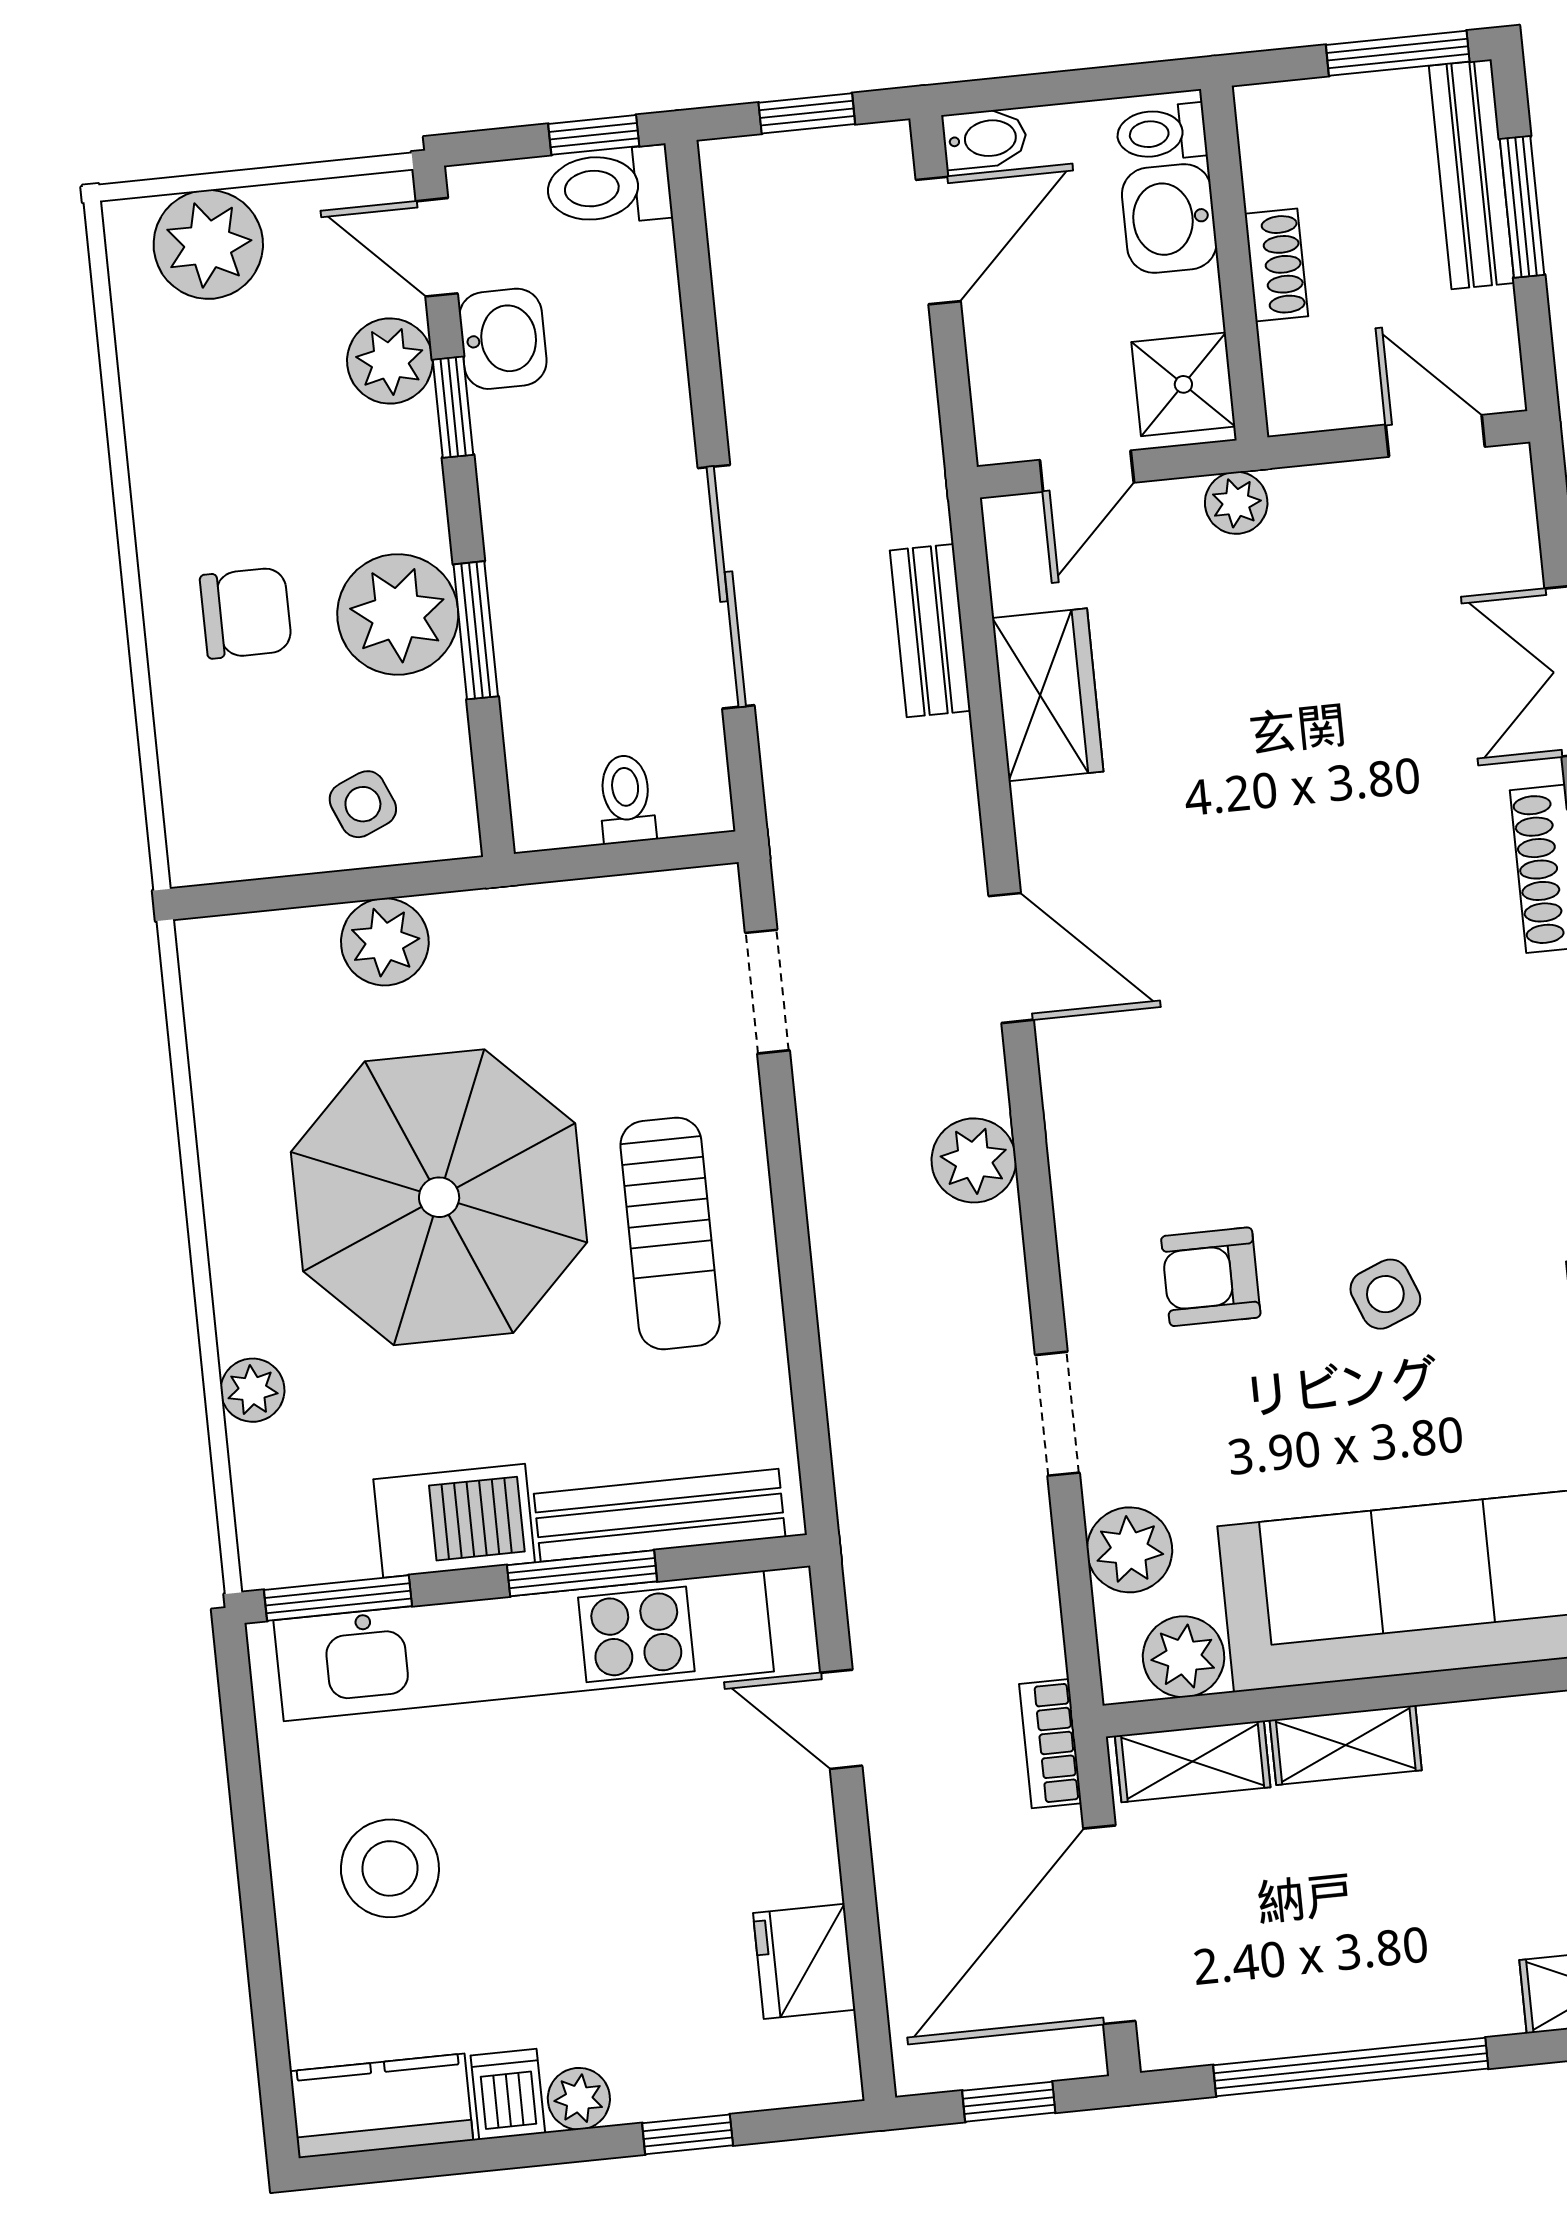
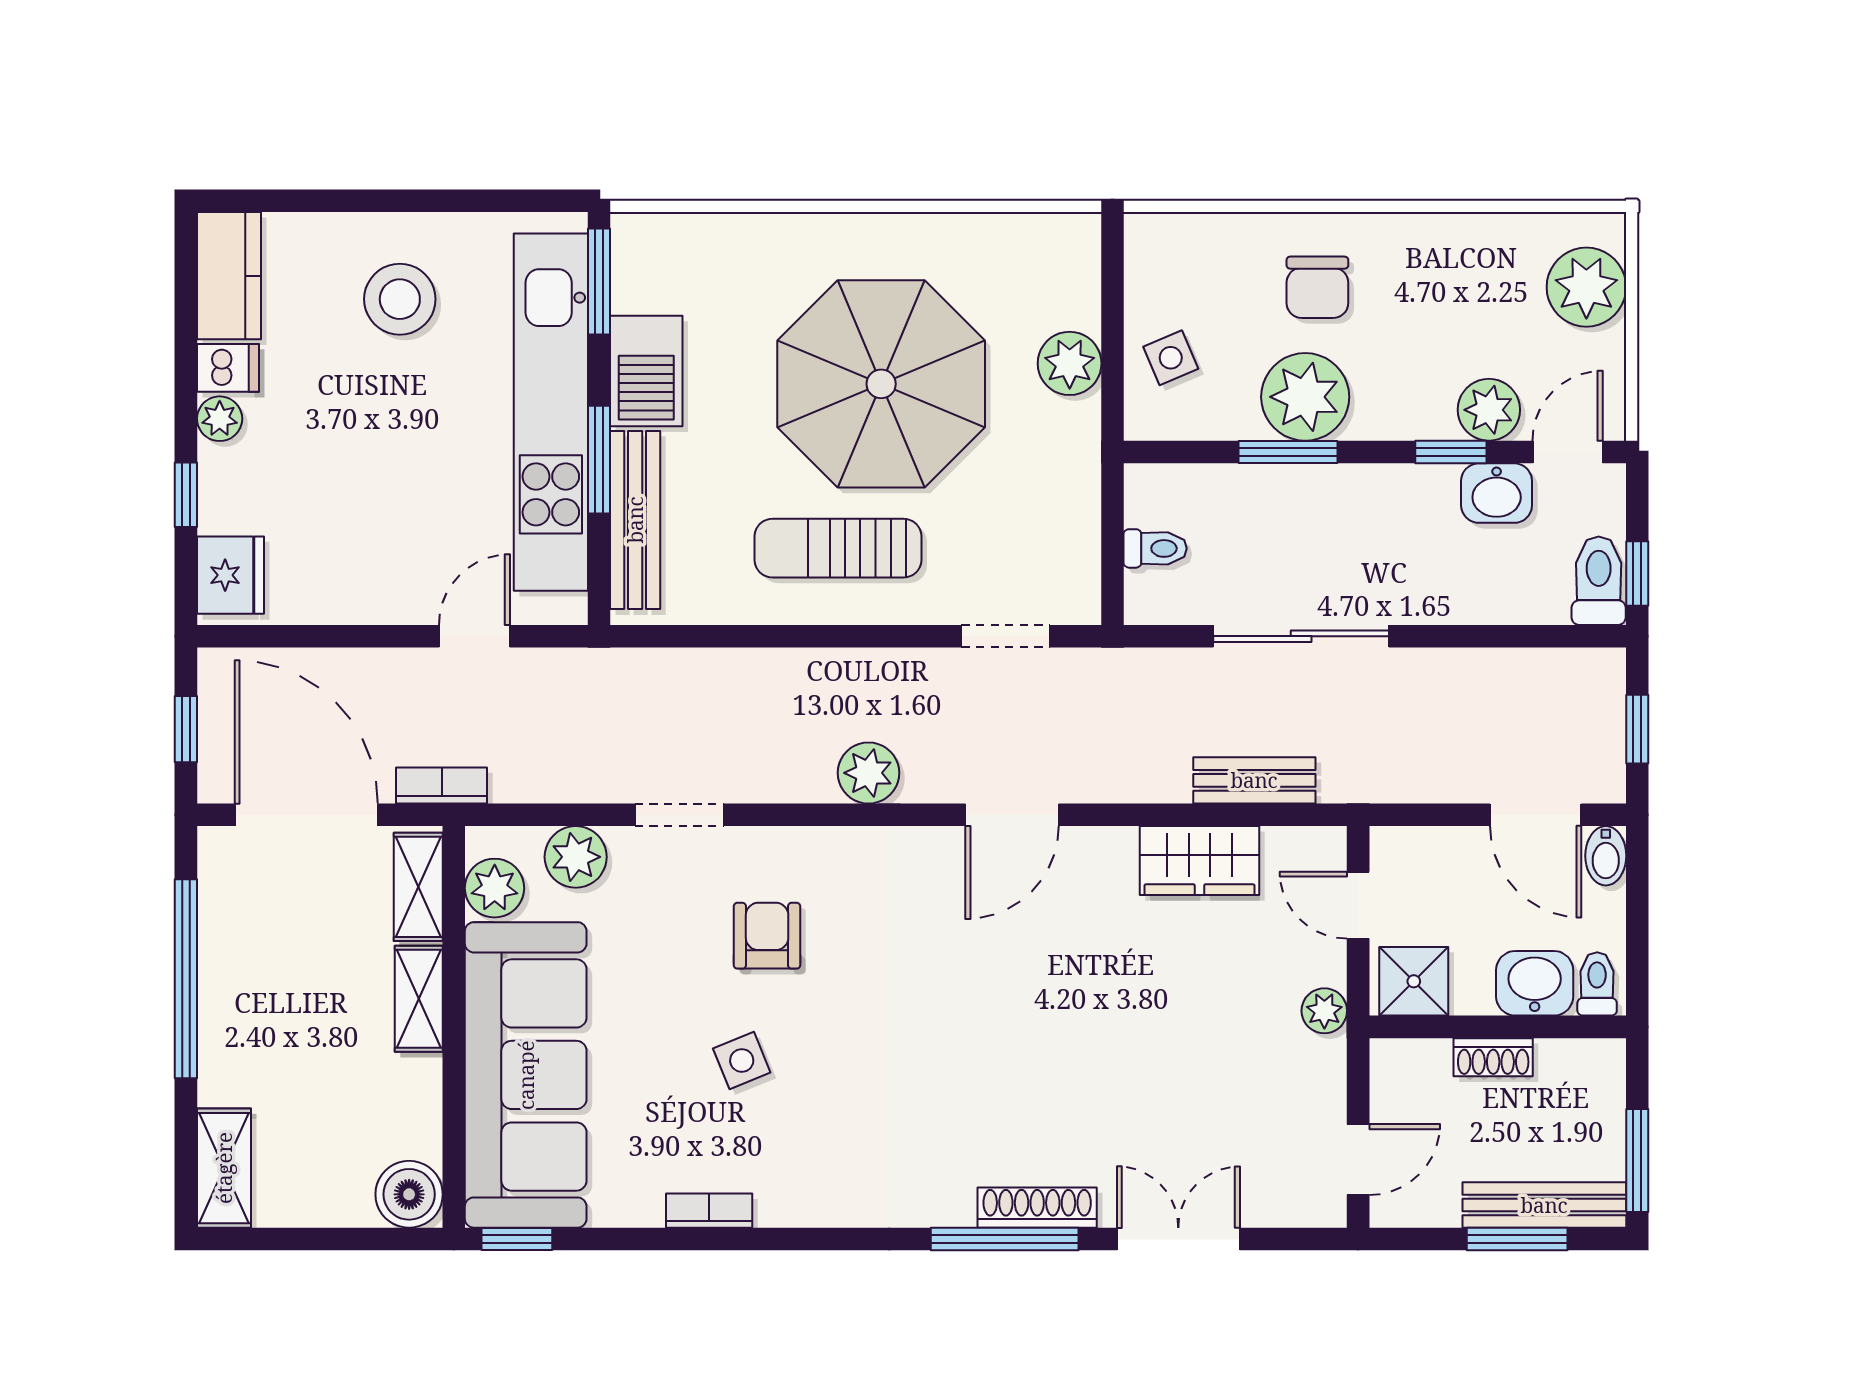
plant: (253, 1390) -> (755, 235), removed
fridge: (804, 1961) -> (230, 575), moved, turned 90

